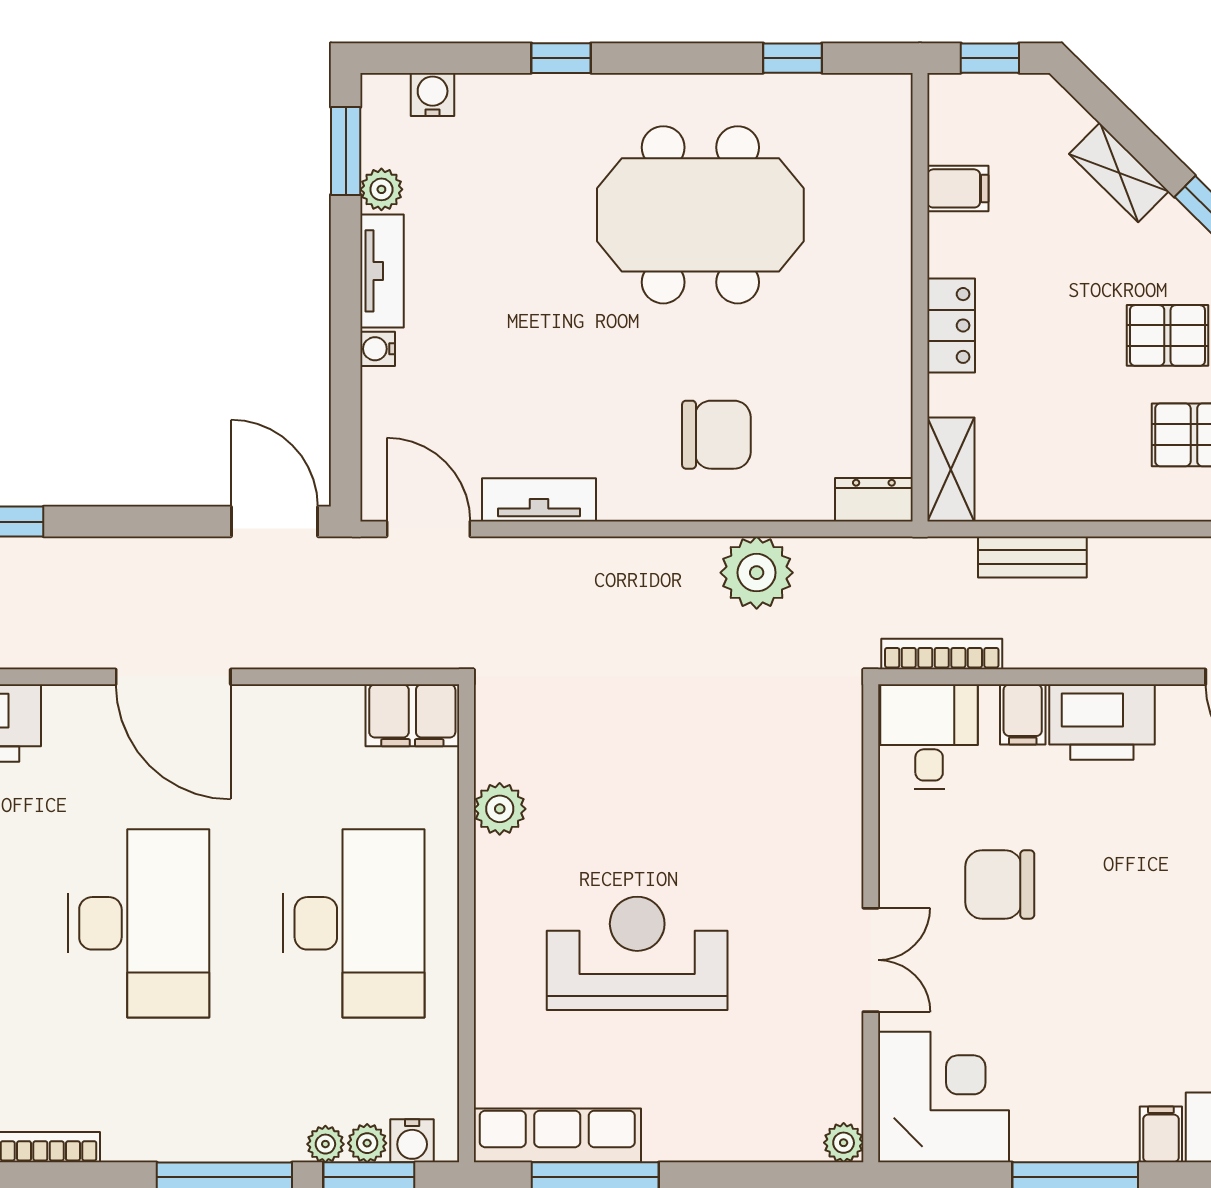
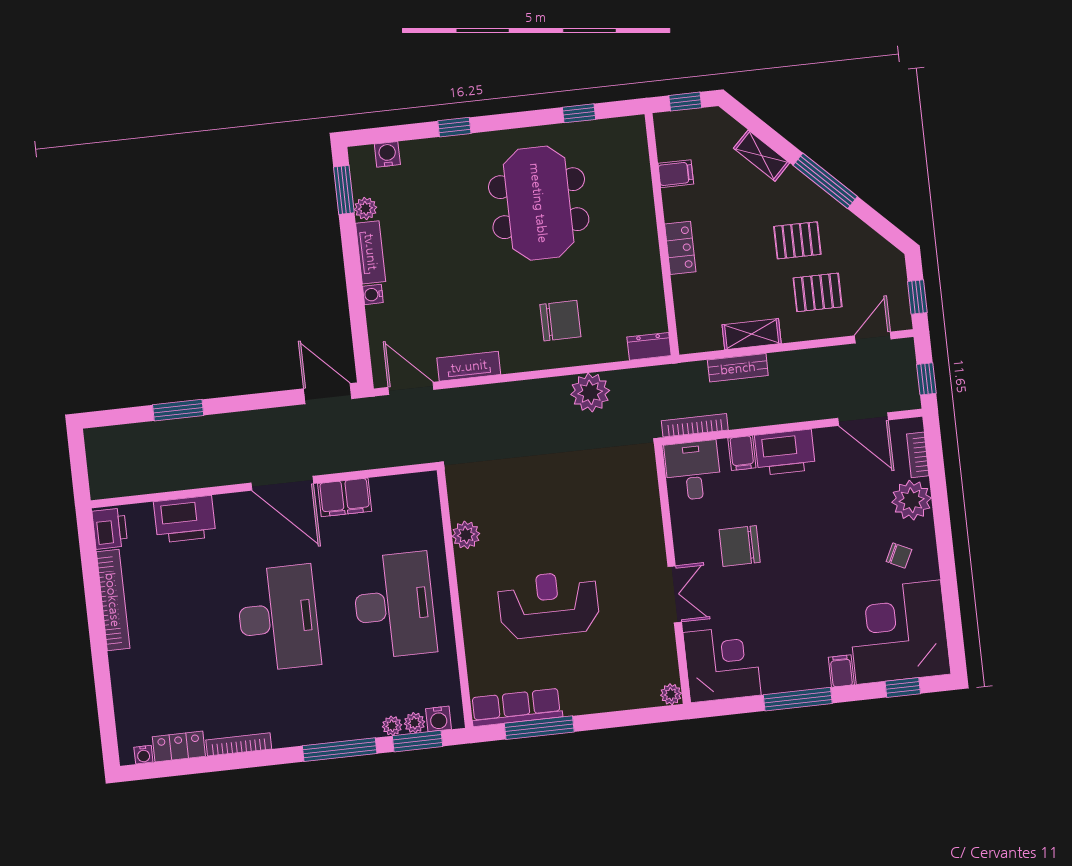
meeting table: (700, 215) -> (539, 203), turned 90
shelving: (951, 469) -> (752, 334), moved, turned 90
filing cabinet: (412, 715) -> (345, 497), moved

